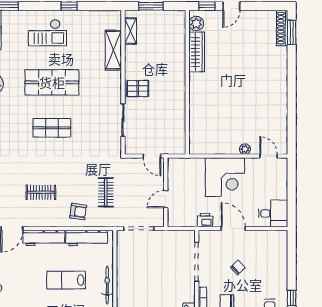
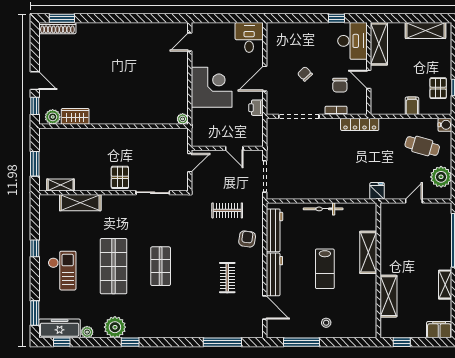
wardrobe: (197, 52) -> (75, 116), width x0.67
plant: (245, 149) -> (183, 119), moved
lab bench: (66, 280) -> (325, 269), moved

